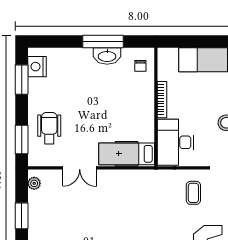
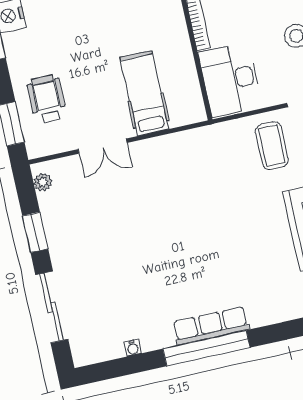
hospital bed: (127, 154) -> (144, 93), moved, turned 90
coffee table: (193, 193) -> (272, 146), width x1.36, depth x1.30

